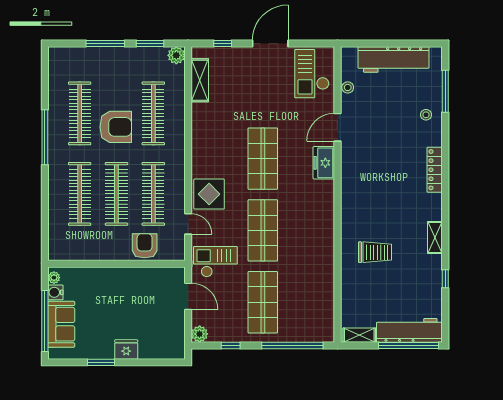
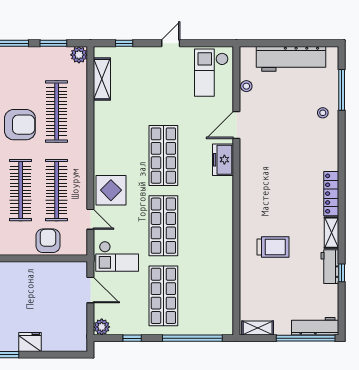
door: (270, 44) -> (171, 43), width x0.53
locker: (435, 170) -> (331, 194), moved
checkout: (215, 262) -> (117, 256), turned 180
workbench: (433, 272) -> (330, 267), added
workbench: (409, 330) -> (315, 326), width x0.73, depth x0.76

